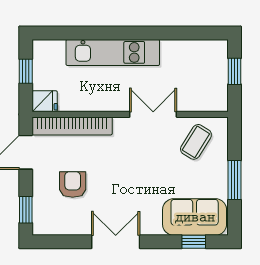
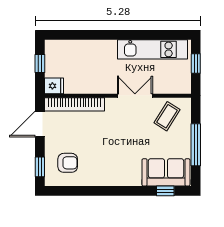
kitchen unit: (113, 52) -> (153, 49), moved
window: (234, 180) -> (196, 145), width x1.44
armchair: (73, 184) -> (68, 163), moved, turned 90
double door: (116, 242) -> (107, 191), removed

